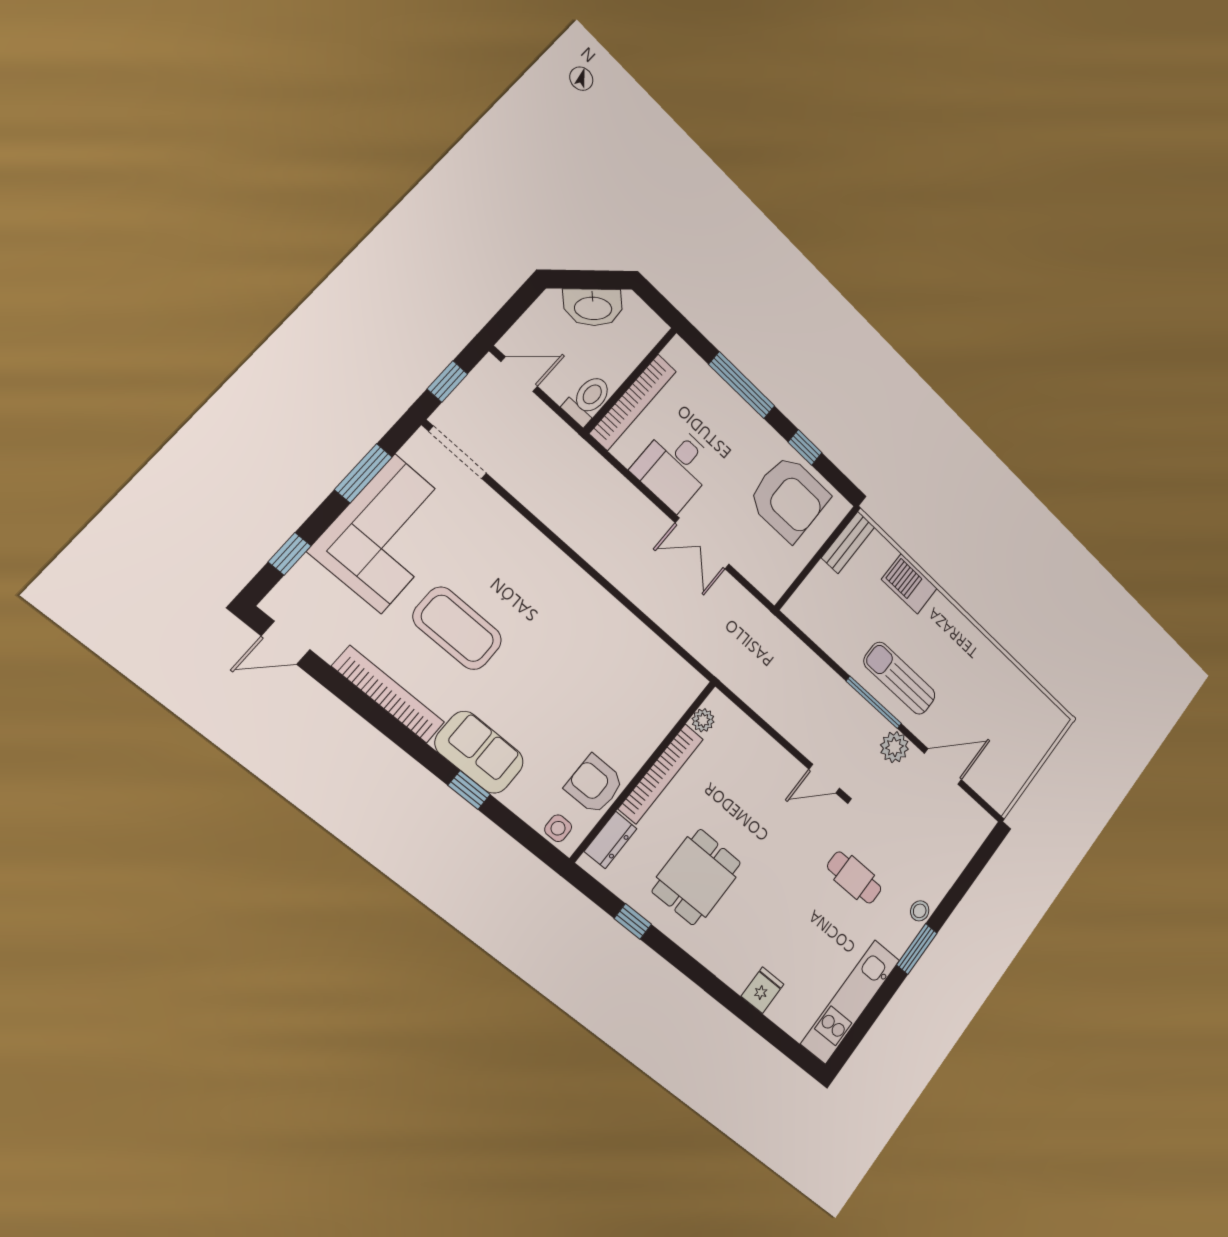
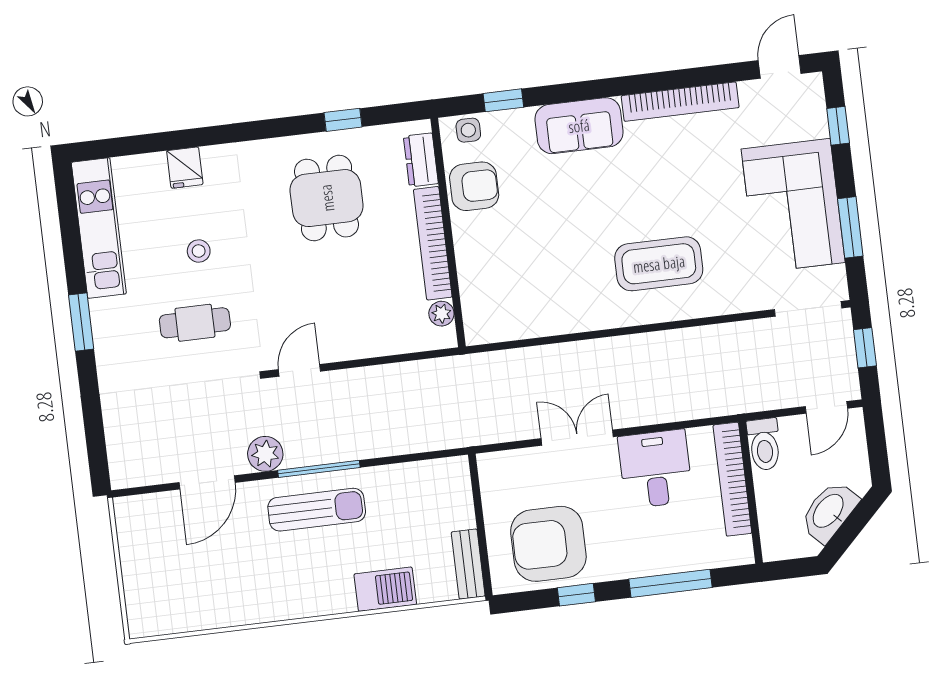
coffee table: (457, 628) -> (659, 264), moved
window: (469, 790) -> (503, 100), moved
stool: (920, 911) -> (199, 251), moved

